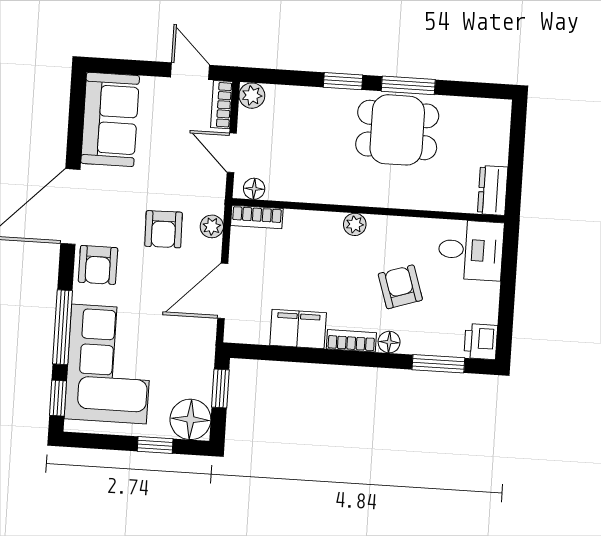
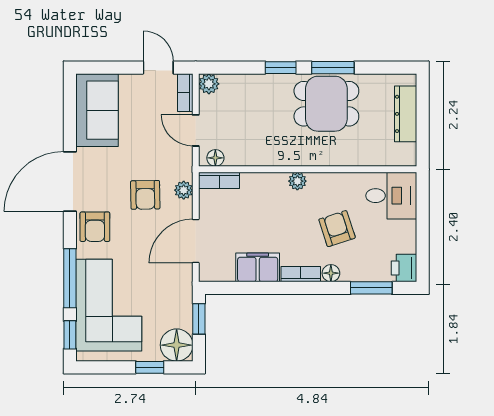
dresser: (493, 190) -> (406, 114), moved, width x1.44

